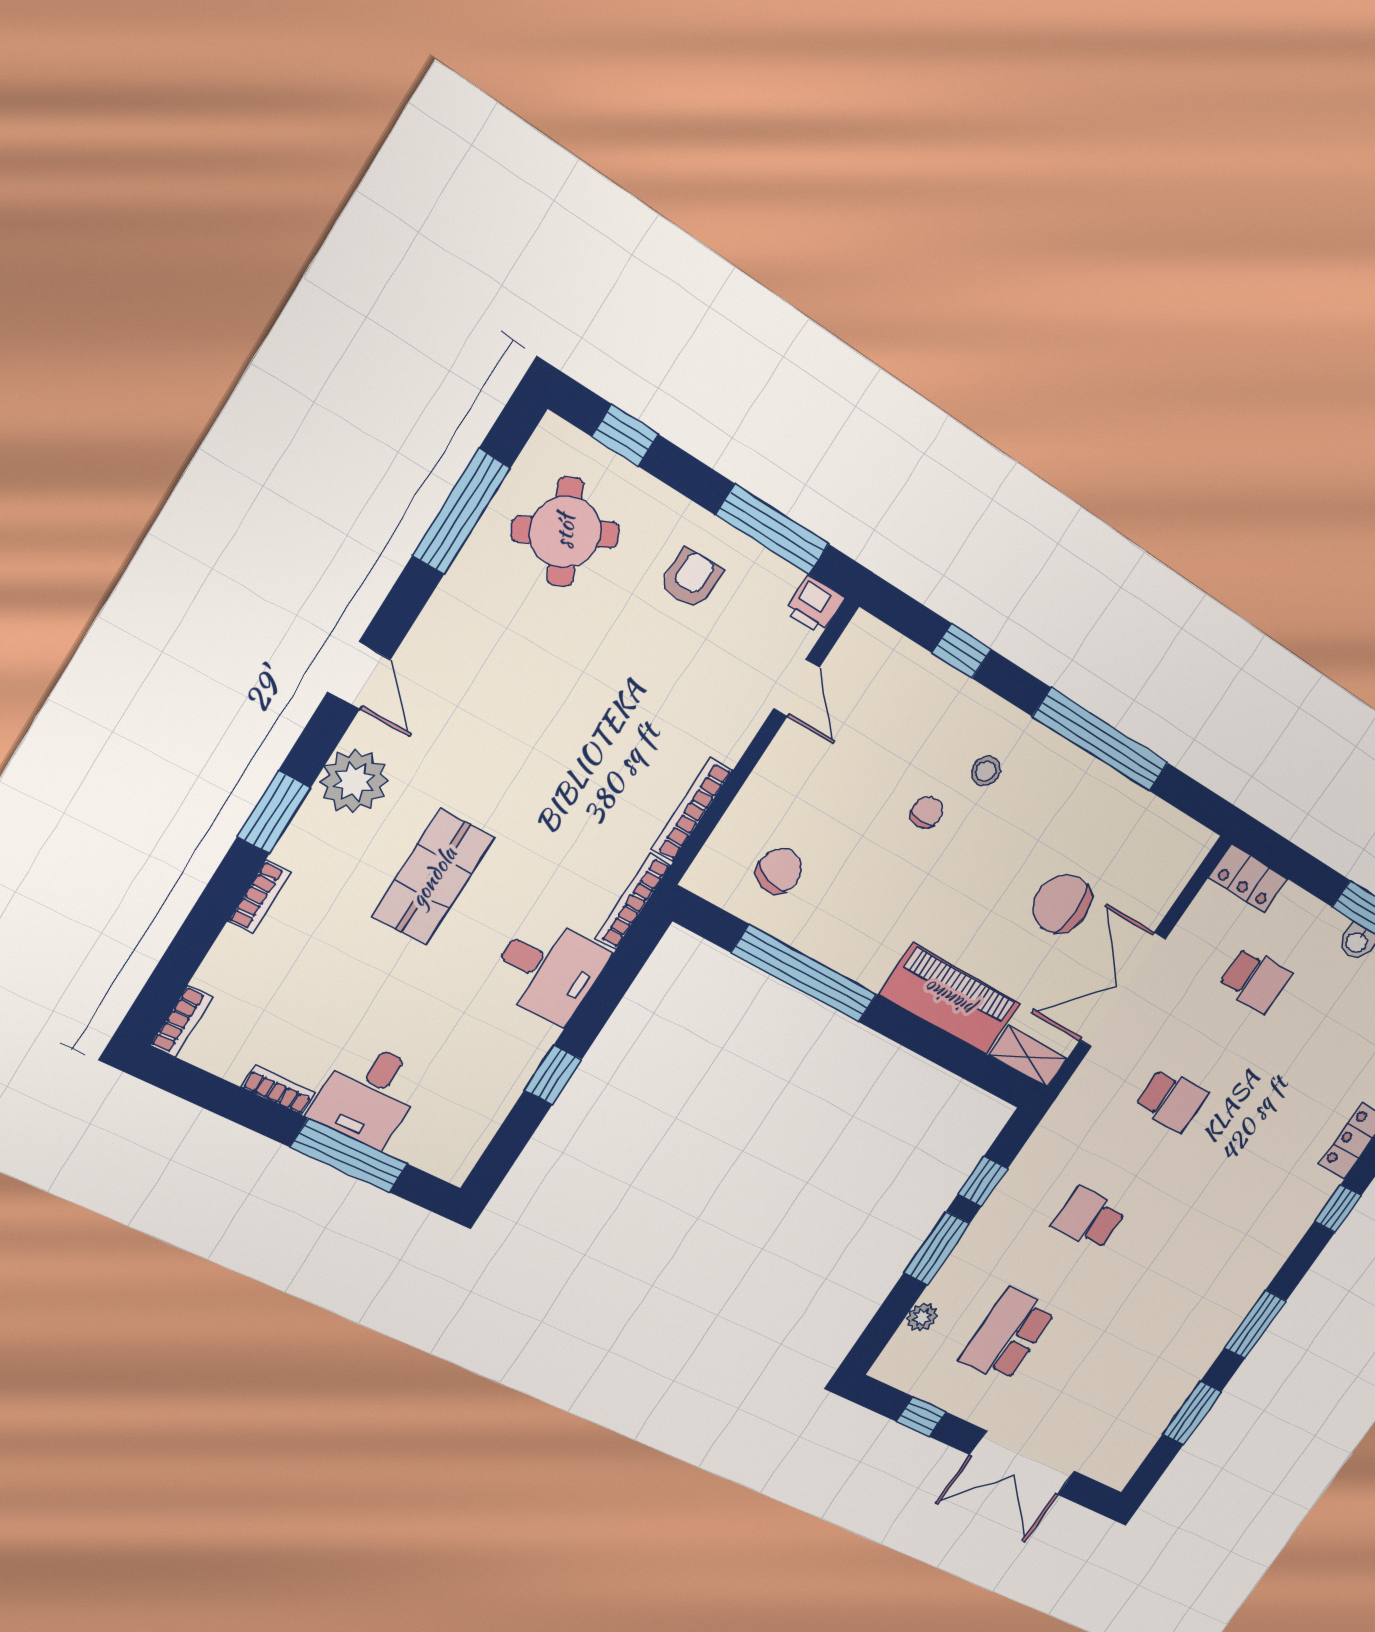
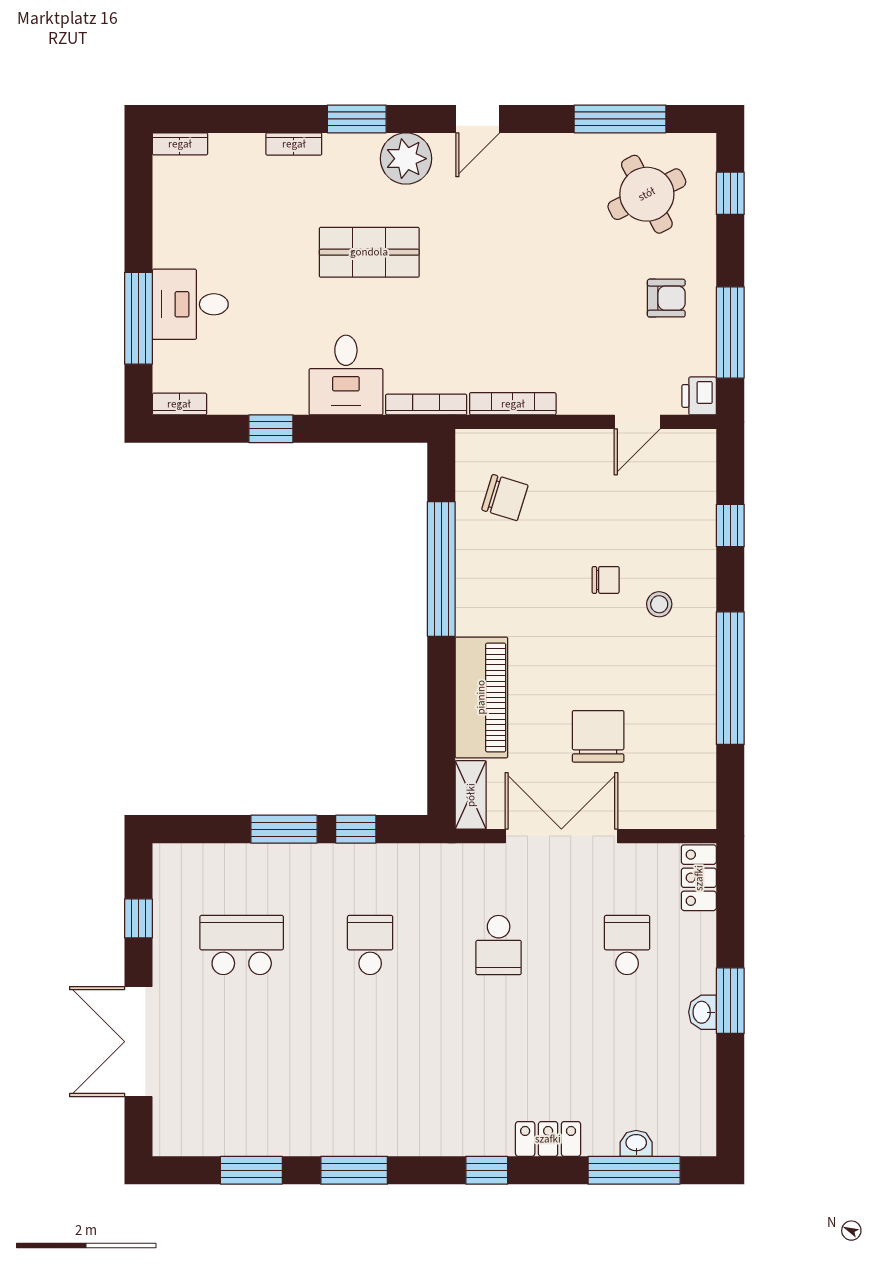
school desk: (1255, 980) -> (627, 945), turned 180
bookcase: (279, 1090) -> (179, 404), moved, turned -90
plant: (922, 1317) -> (222, 858), removed

